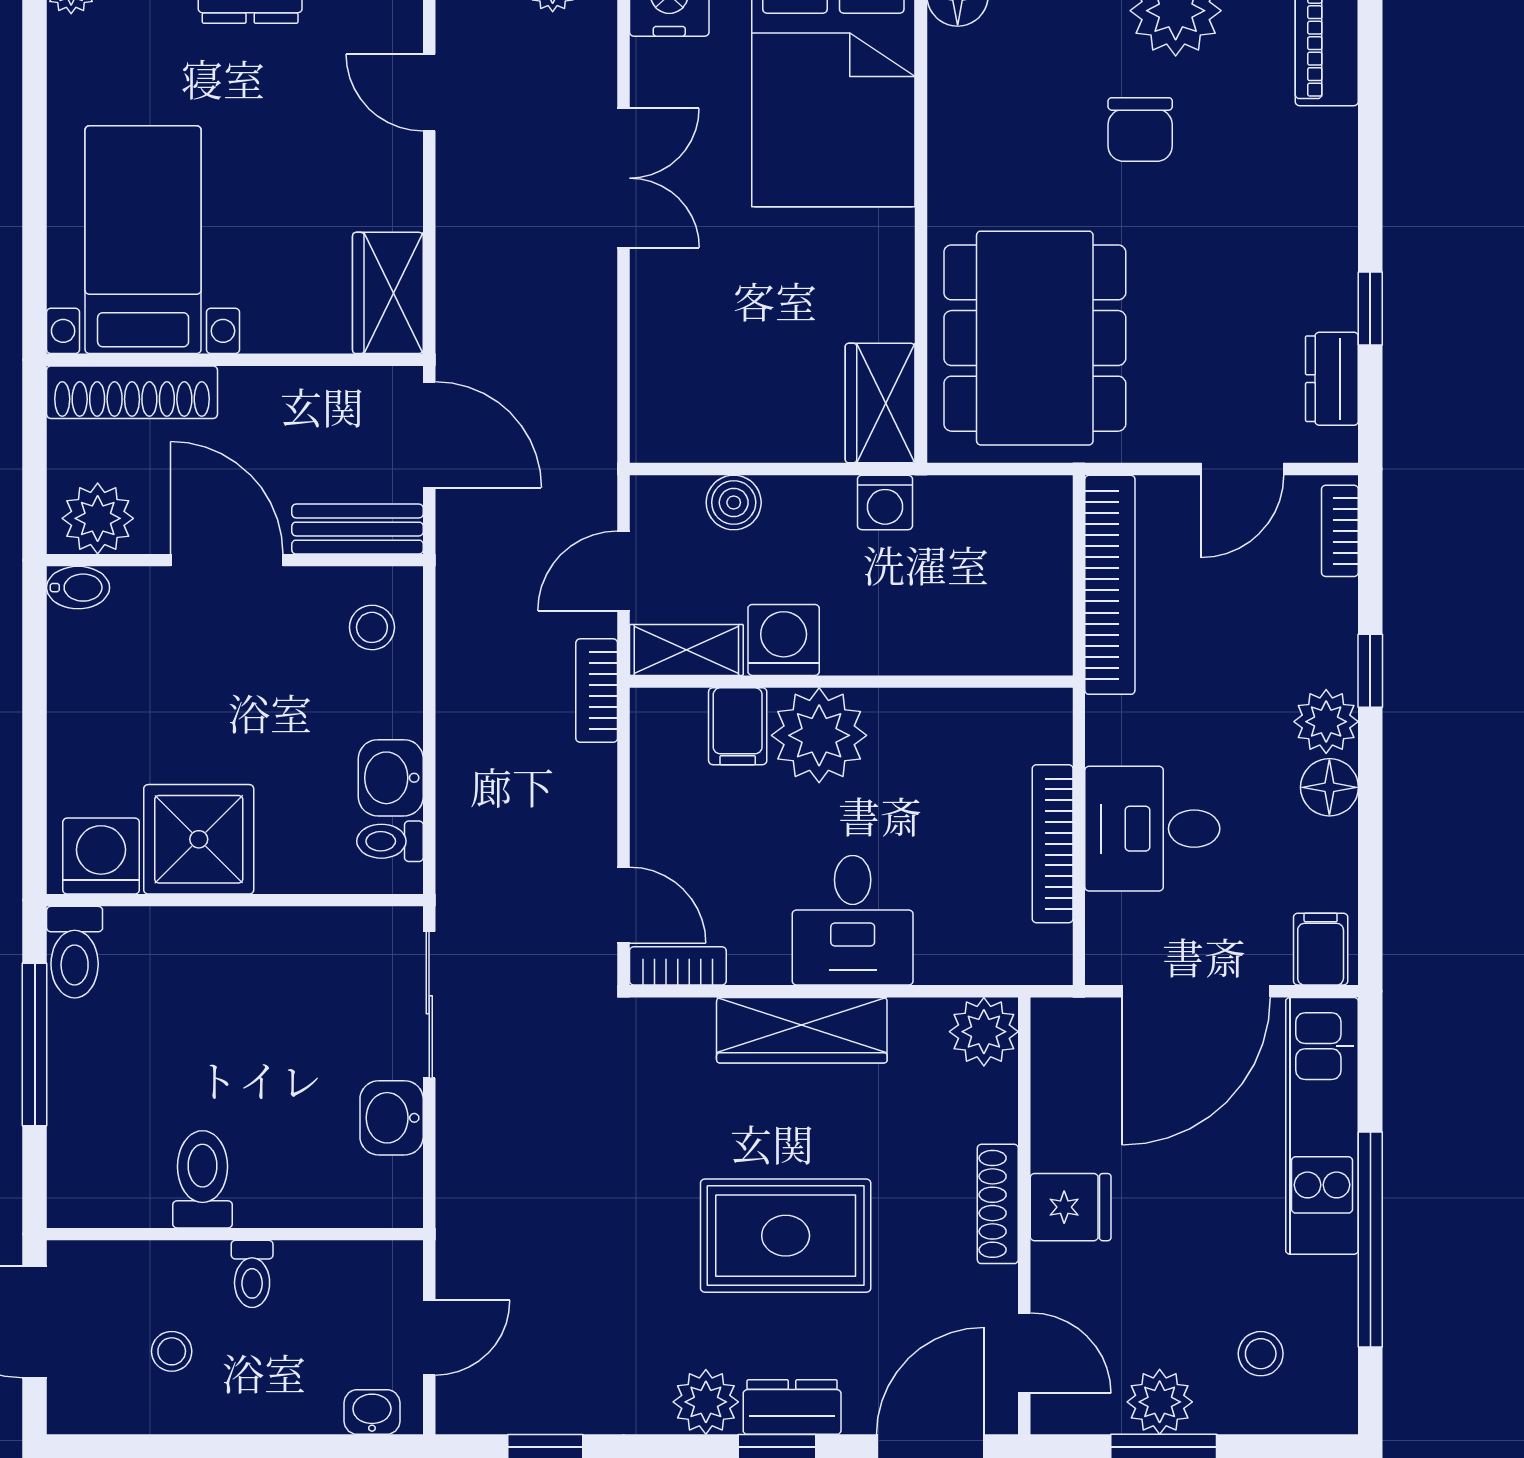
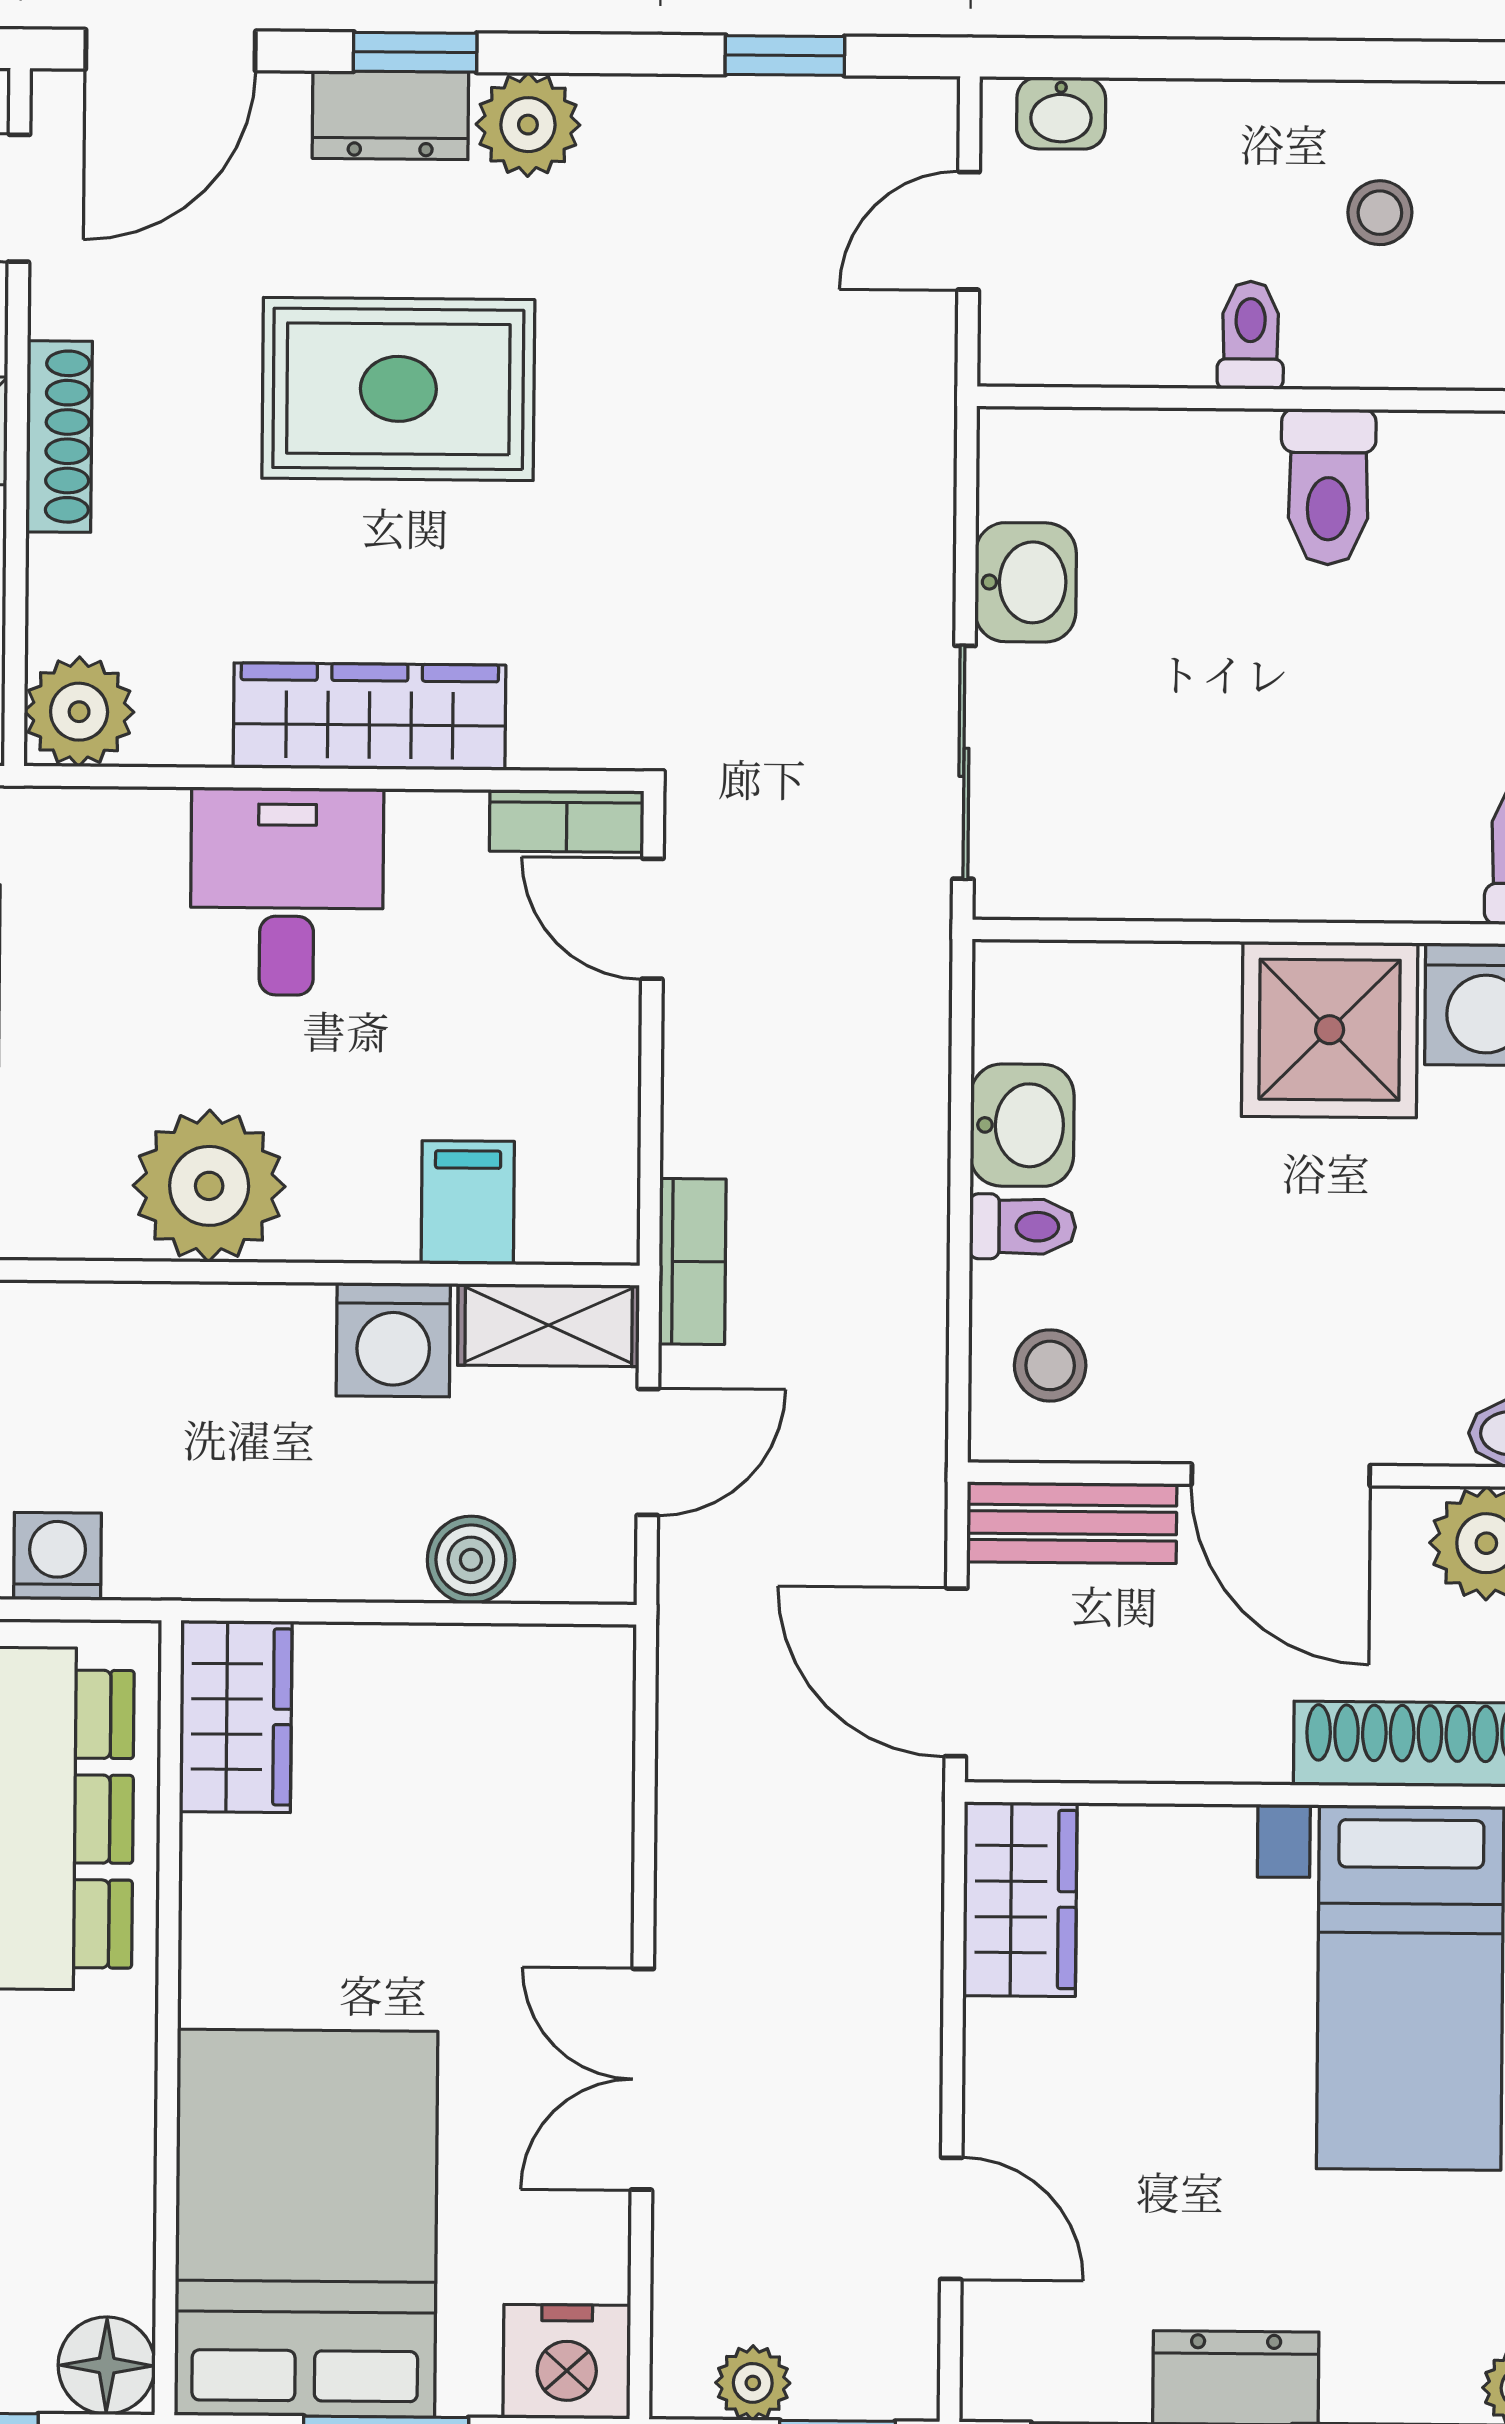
washing machine: (885, 502) -> (58, 1556), moved
plant: (819, 735) -> (209, 1186), moved
toilet: (390, 841) -> (1023, 1227), moved

